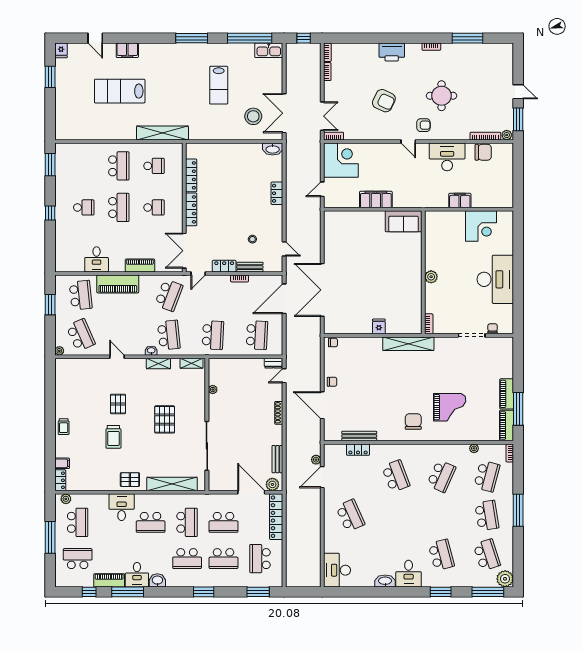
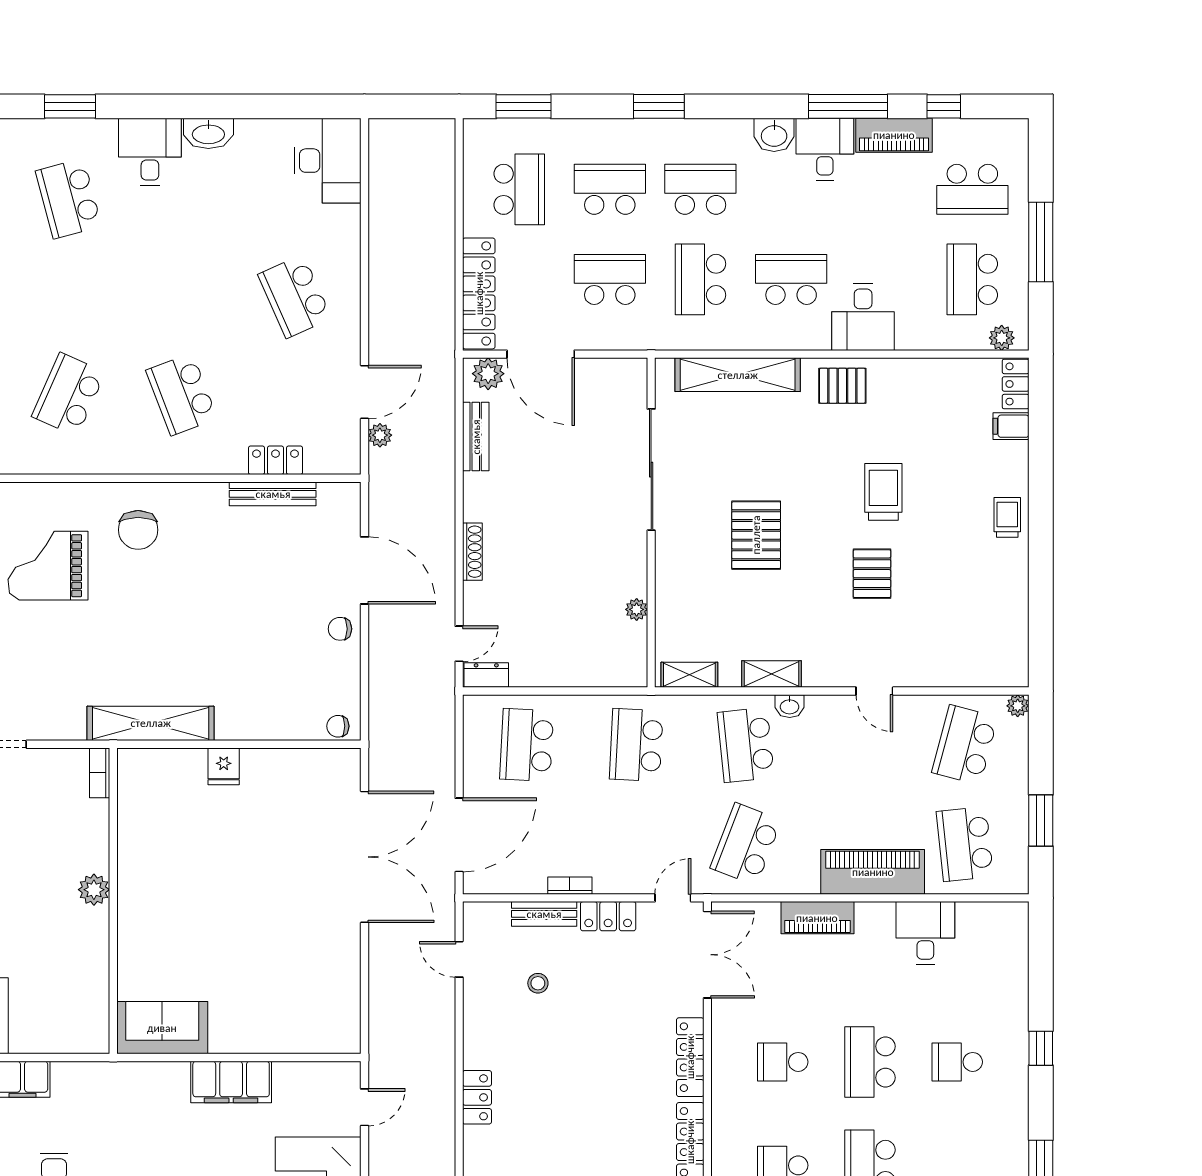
school desk: (81, 335) -> (965, 745), turned 39

